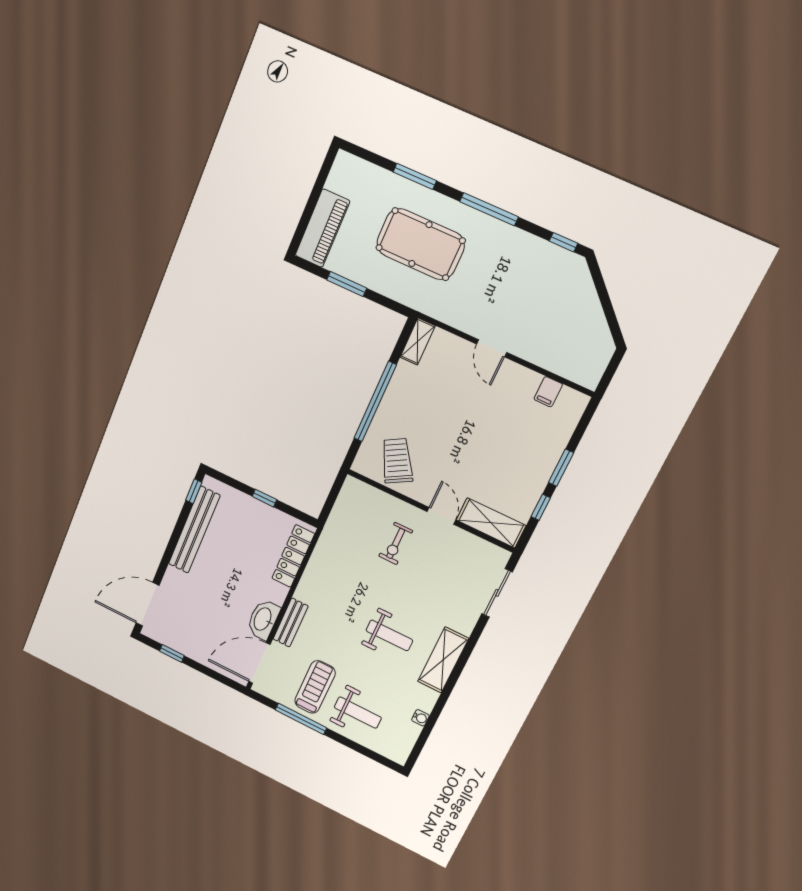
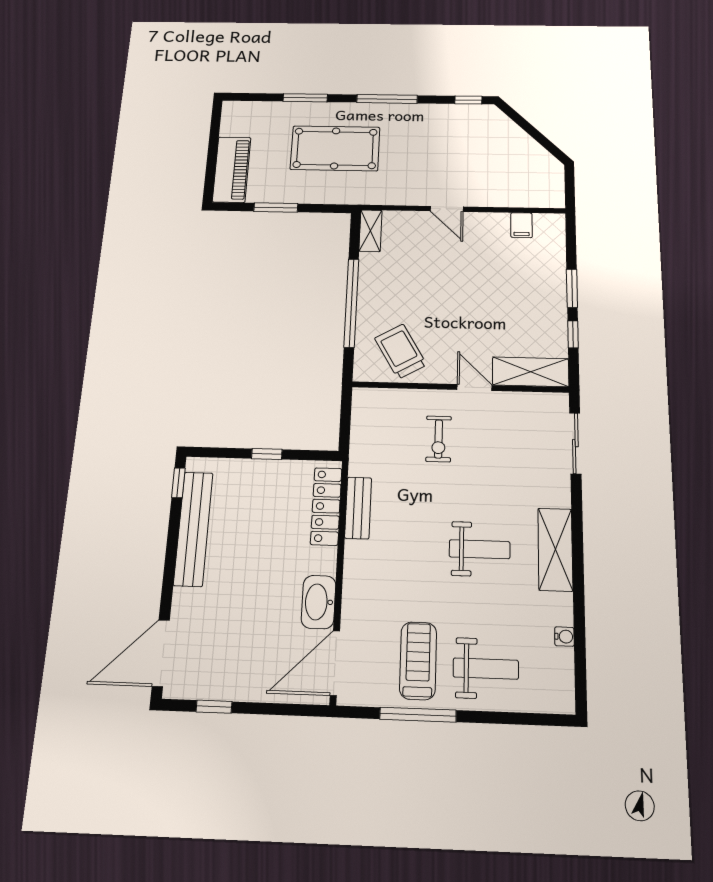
bench: (291, 623) -> (358, 508), moved

